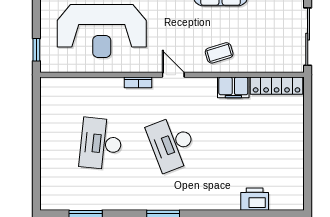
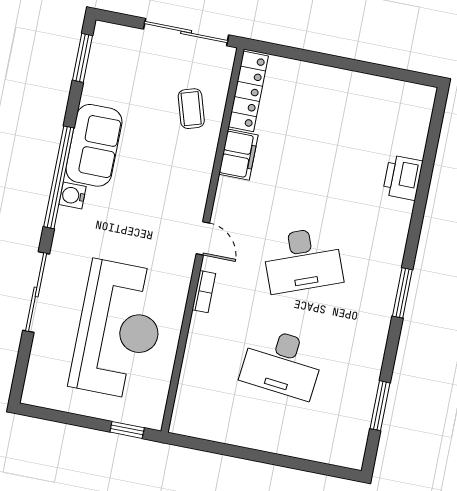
coffee table: (219, 53) -> (191, 109), moved
door: (173, 75) -> (203, 238), swing flipped
printer: (255, 199) -> (403, 178), moved

